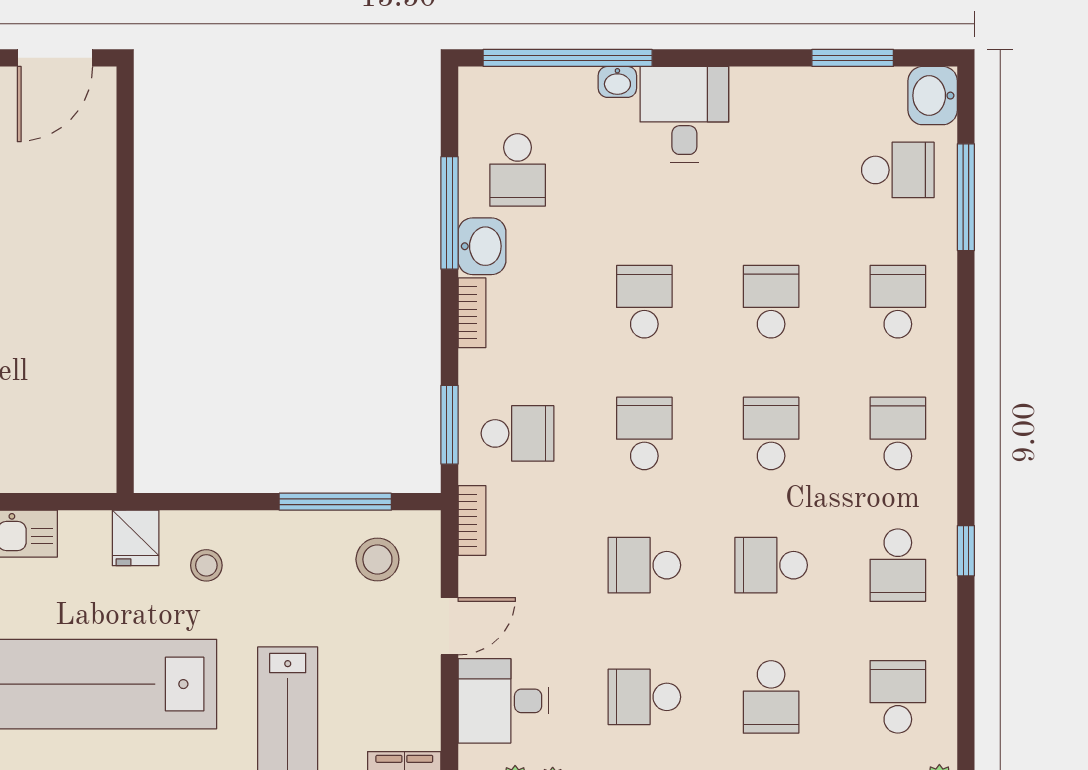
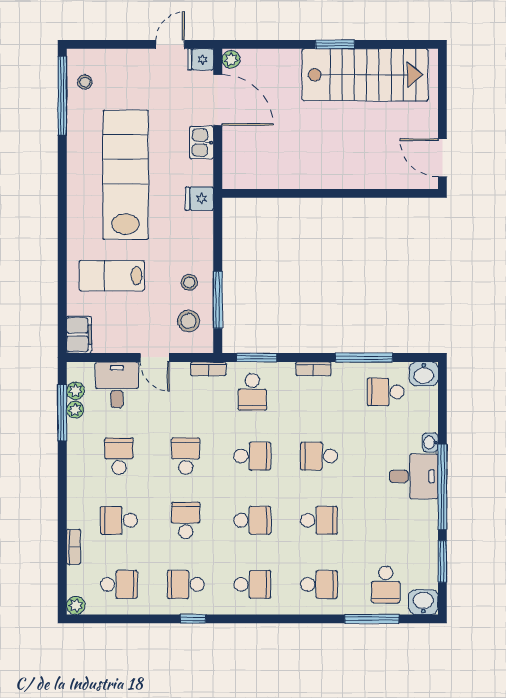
window: (568, 58) -> (442, 487), moved
washbasin: (482, 246) -> (424, 374), moved
school desk: (644, 302) -> (319, 456), turned 180
stool: (206, 565) -> (189, 282), moved

